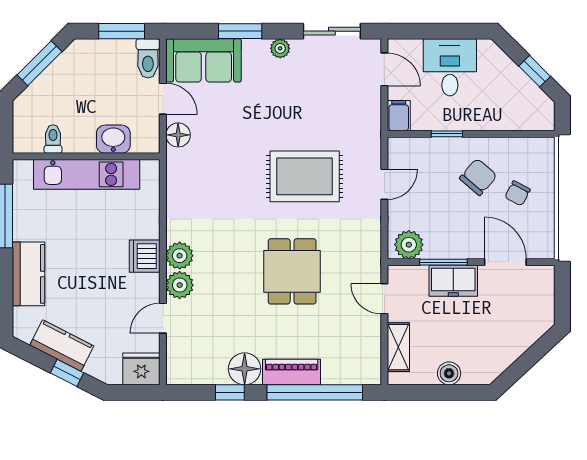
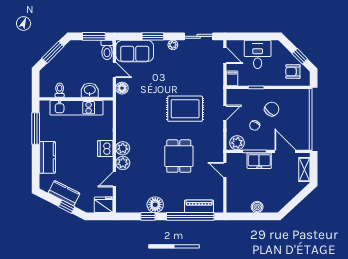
armchair: (521, 102) -> (293, 71), added
chair: (517, 193) -> (255, 125), moved
shelving: (398, 347) -> (304, 170), moved
piano: (292, 372) -> (199, 206), moved

